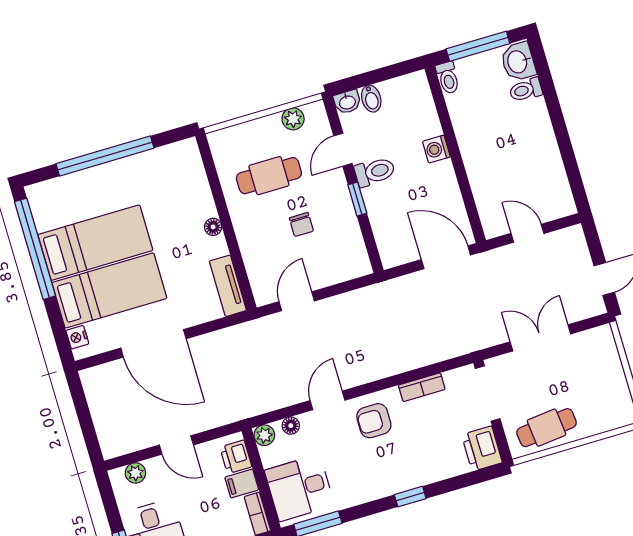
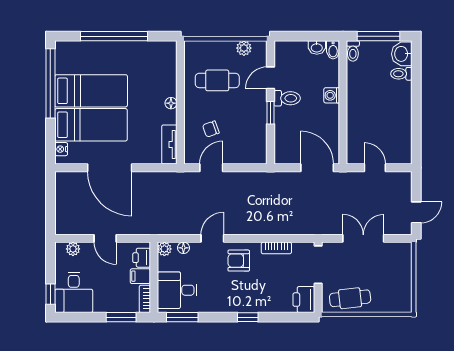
bidet: (371, 99) -> (333, 50), moved
washbasin: (347, 102) -> (317, 47), moved
chair: (301, 224) -> (211, 129), moved, turned 71

